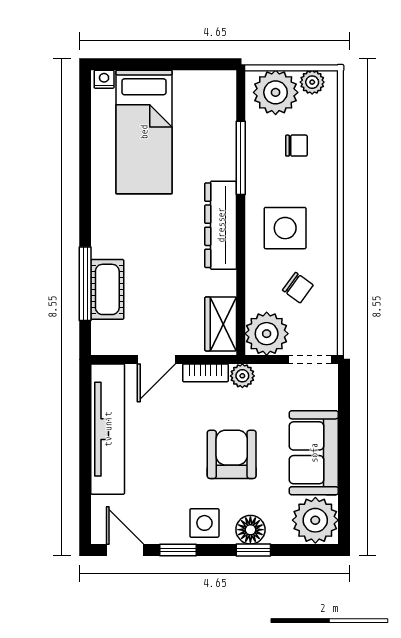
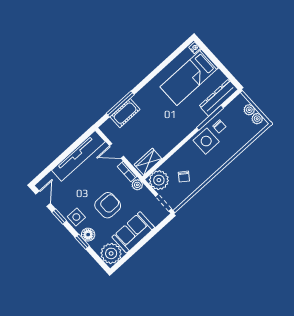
plant: (276, 92) -> (249, 110), width x0.53, depth x0.53
chair: (296, 146) -> (219, 126), moved
dresser: (221, 225) -> (218, 98), moved
side table: (285, 228) -> (206, 141), moved

